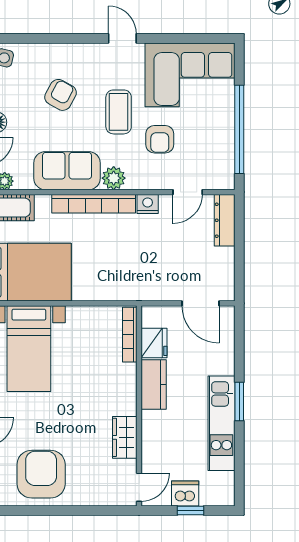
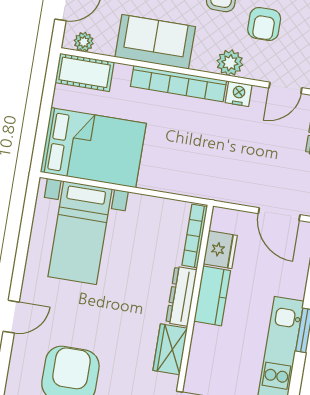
plant: (114, 178) -> (230, 63), moved
dresser: (127, 389) -> (181, 296), added

